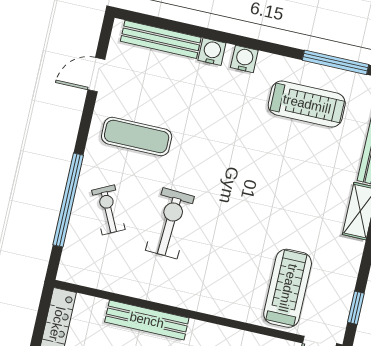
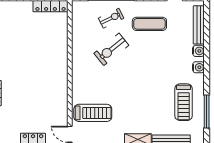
exercise mat: (137, 136) -> (149, 24), turned 90
exercise bike: (170, 223) -> (111, 49), turned 138
bench: (147, 320) -> (62, 49), removed

